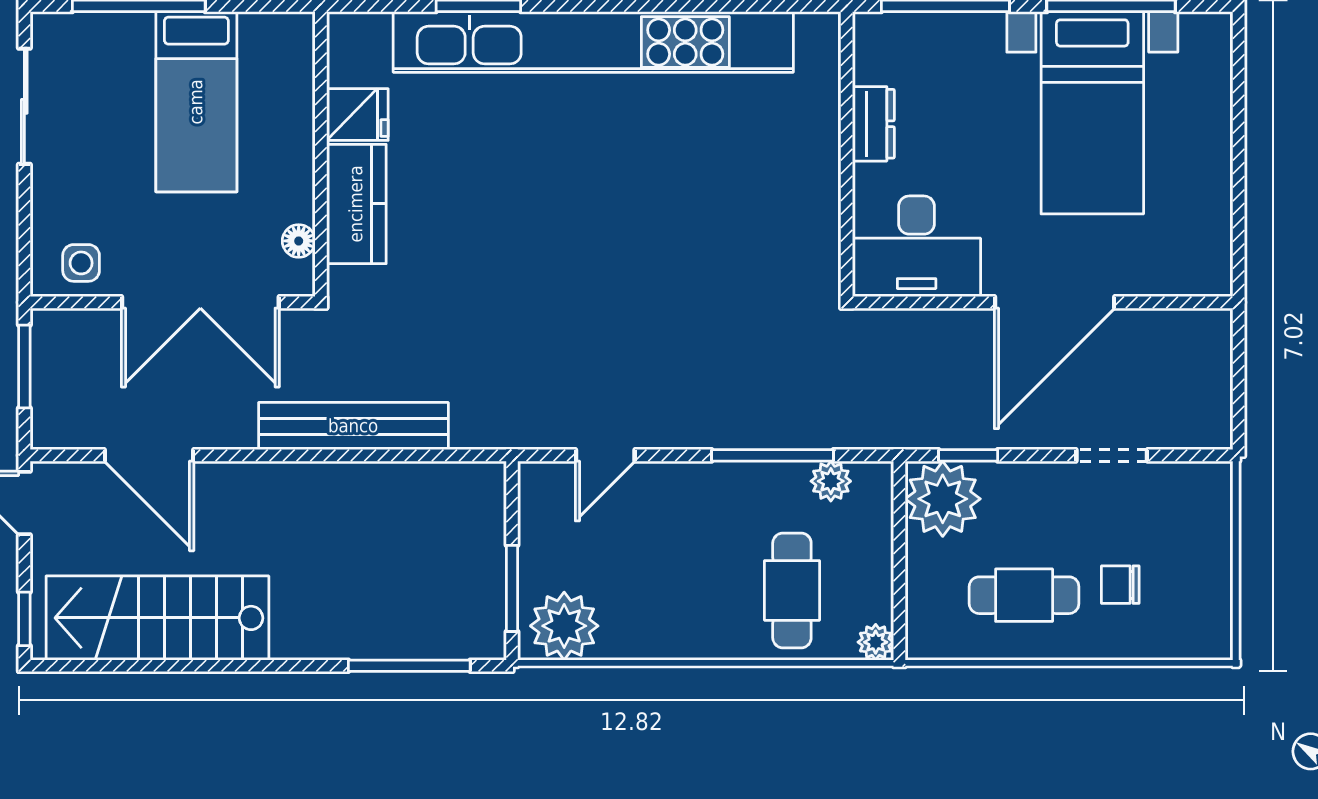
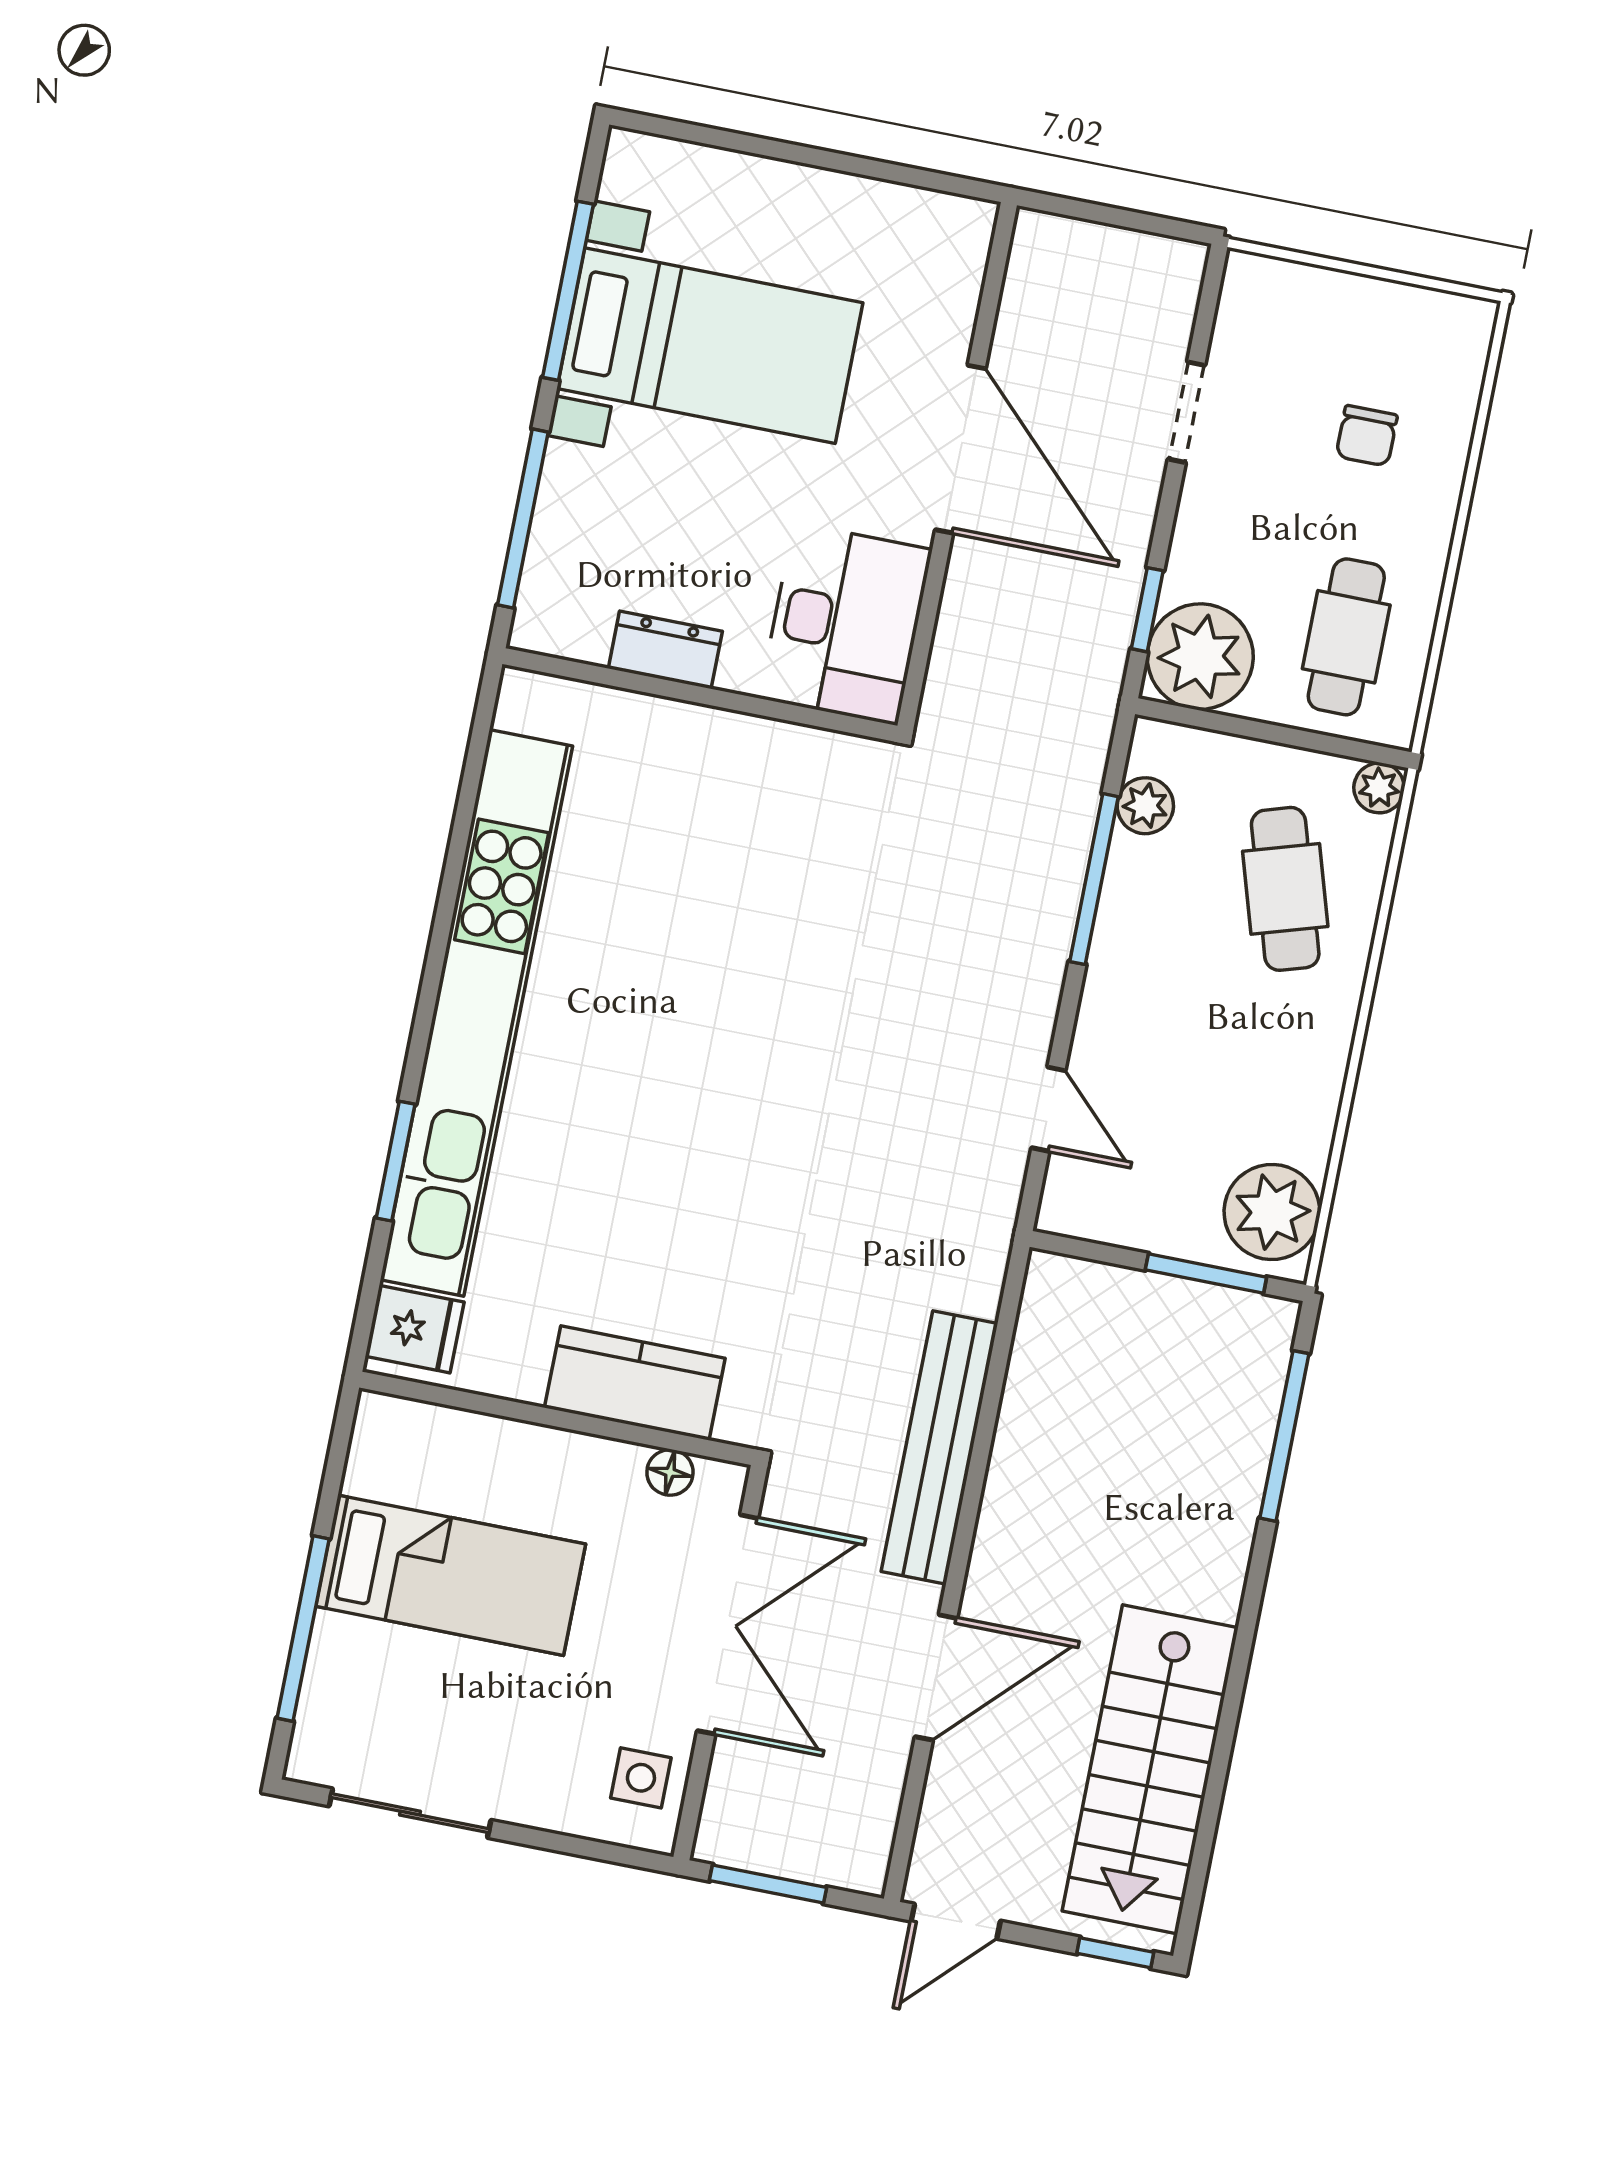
fridge: (357, 115) -> (415, 1329), moved, turned 90
door: (149, 455) -> (936, 1677), moved
cafe table: (792, 590) -> (1285, 889), turned 73
cafe table: (1024, 595) -> (1346, 637), moved

